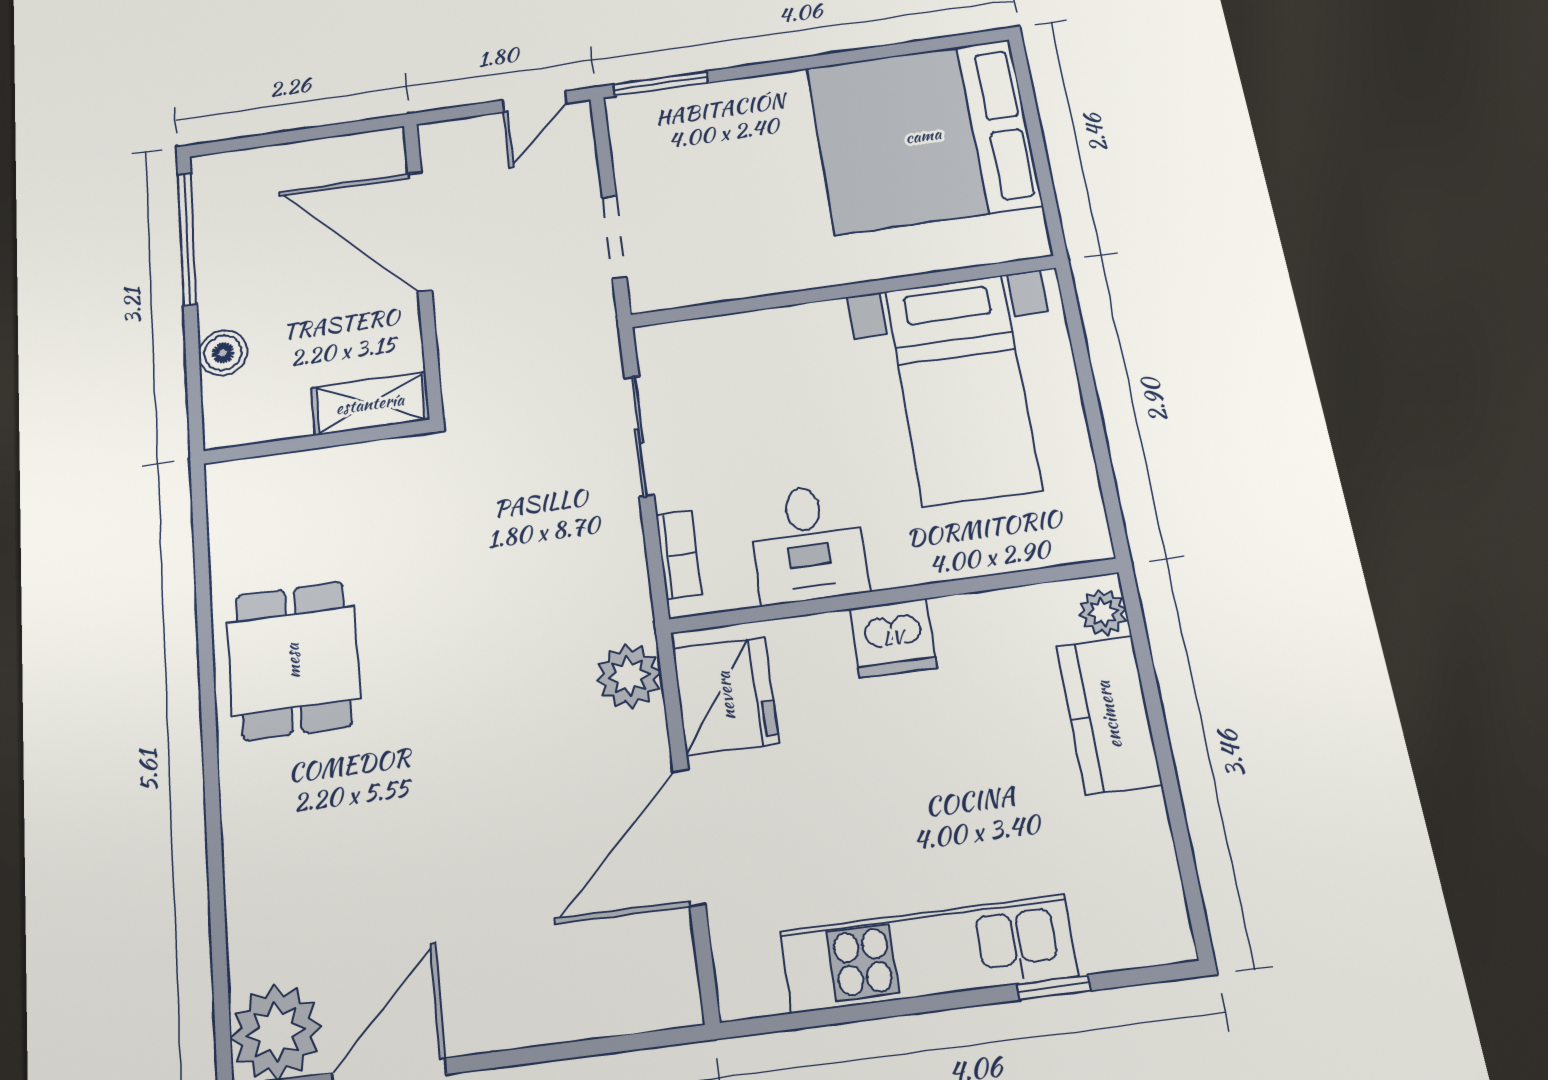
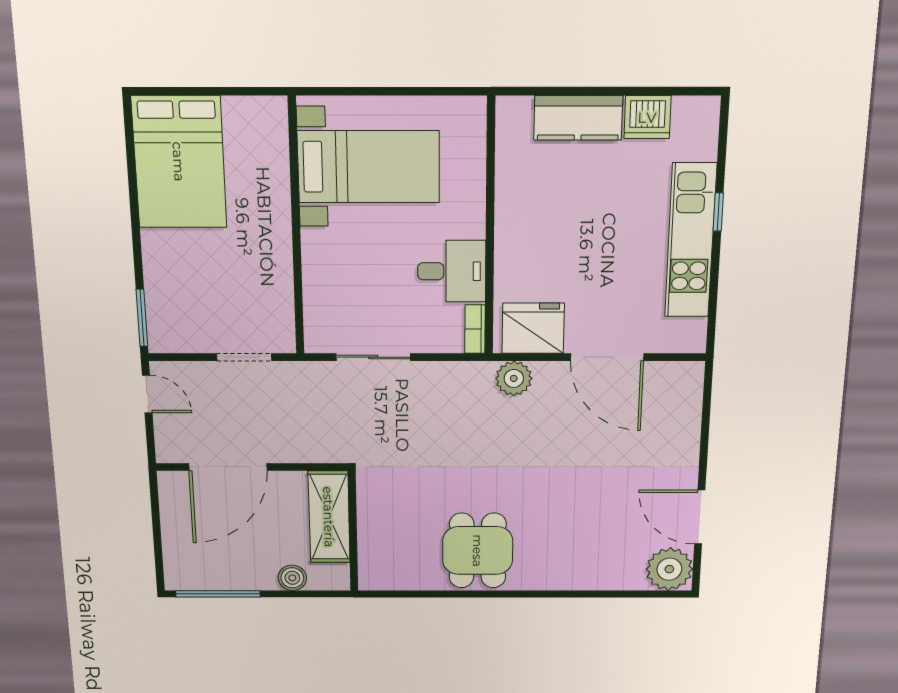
bed: (923, 136) -> (179, 162), width x0.73
shelving: (370, 404) -> (329, 517), width x1.50, depth x1.33
bookcase: (679, 555) -> (475, 329), moved, turned -90
plant: (1103, 612) -> (518, 110), removed
dishwasher: (893, 638) -> (647, 117), moved, turned 90
dining table: (293, 661) -> (478, 551), turned 90
window: (1054, 987) -> (718, 212), moved

